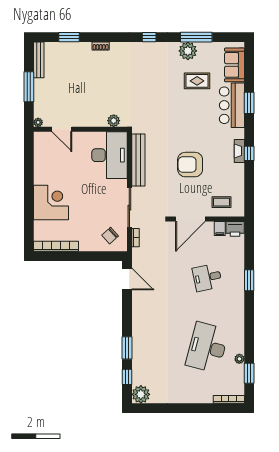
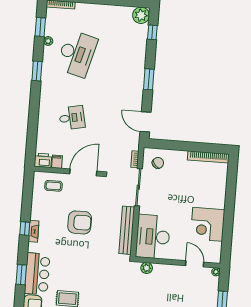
corner desk: (51, 202) -> (208, 224), moved
window: (249, 280) -> (37, 71), moved
window: (127, 348) -> (149, 79), moved

